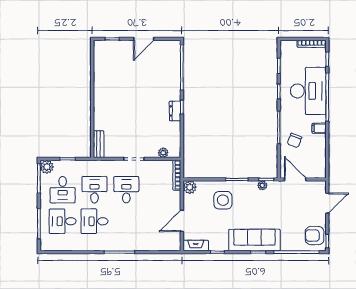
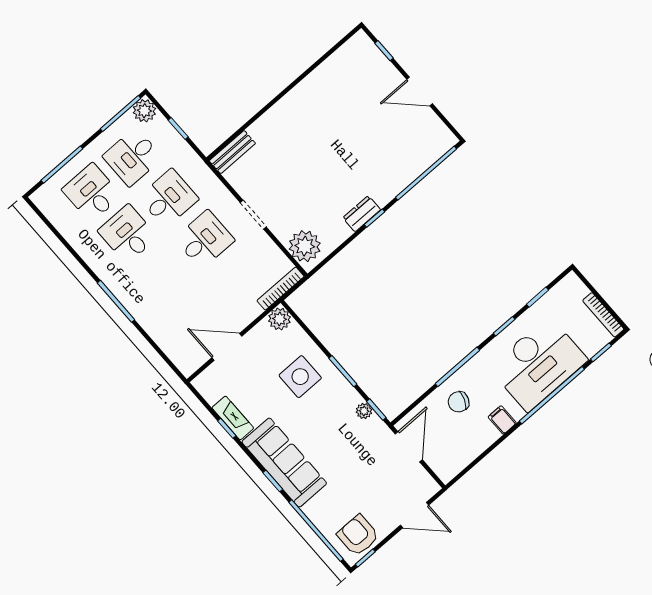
plant: (163, 153) -> (305, 246), width x1.87, depth x1.87
fireplace: (196, 246) -> (233, 418), moved

